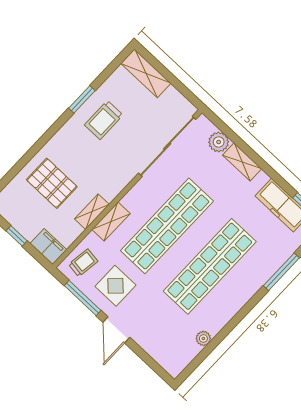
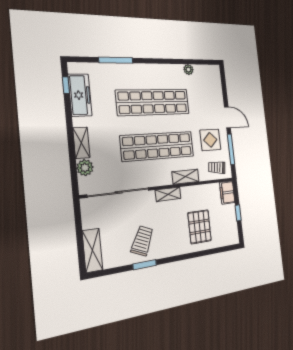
trolley: (104, 120) -> (142, 241), turned -66
shelving: (92, 212) -> (168, 194), moved
door: (116, 330) -> (227, 117), hinge flipped

